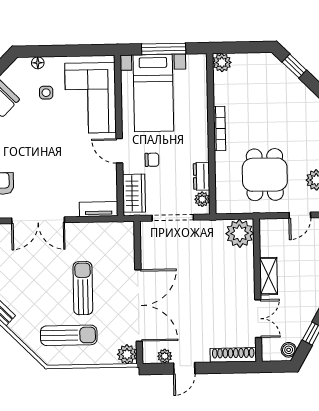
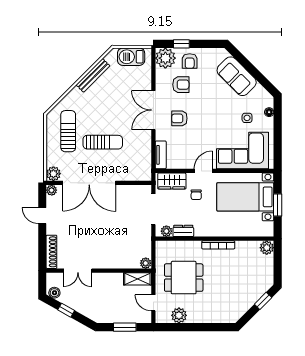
window: (164, 49) -> (278, 205), width x0.69
armchair: (49, 184) -> (179, 118), added
plant: (240, 233) -> (146, 263), width x0.53, depth x0.53
shelving: (268, 276) -> (137, 279), moved
sun lounger: (69, 335) -> (68, 131), turned 180
plant: (165, 356) -> (52, 190), moved

